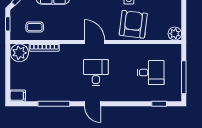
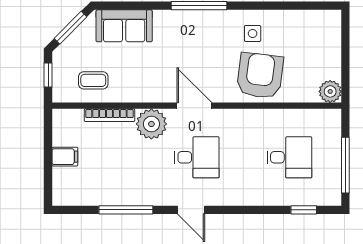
plant: (19, 53) -> (151, 124), moved
desk: (96, 73) -> (197, 157), turned 90
filing cabinet: (18, 96) -> (65, 157), moved

